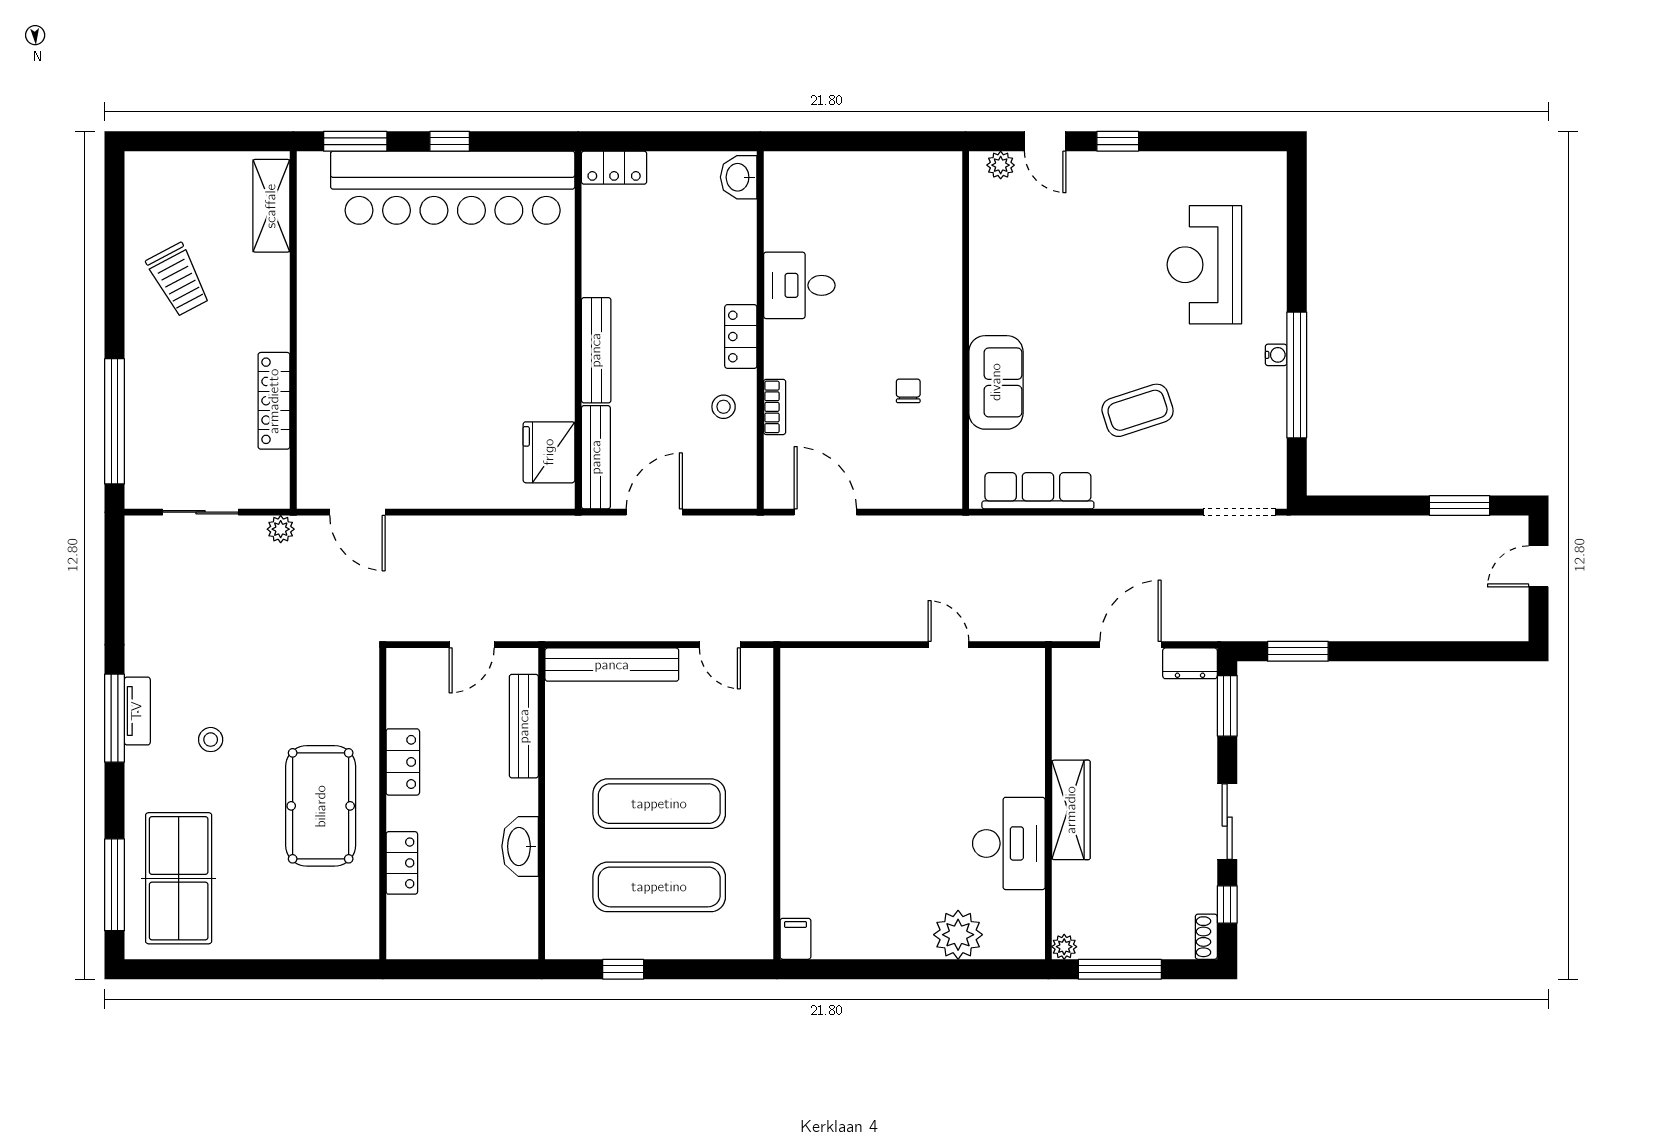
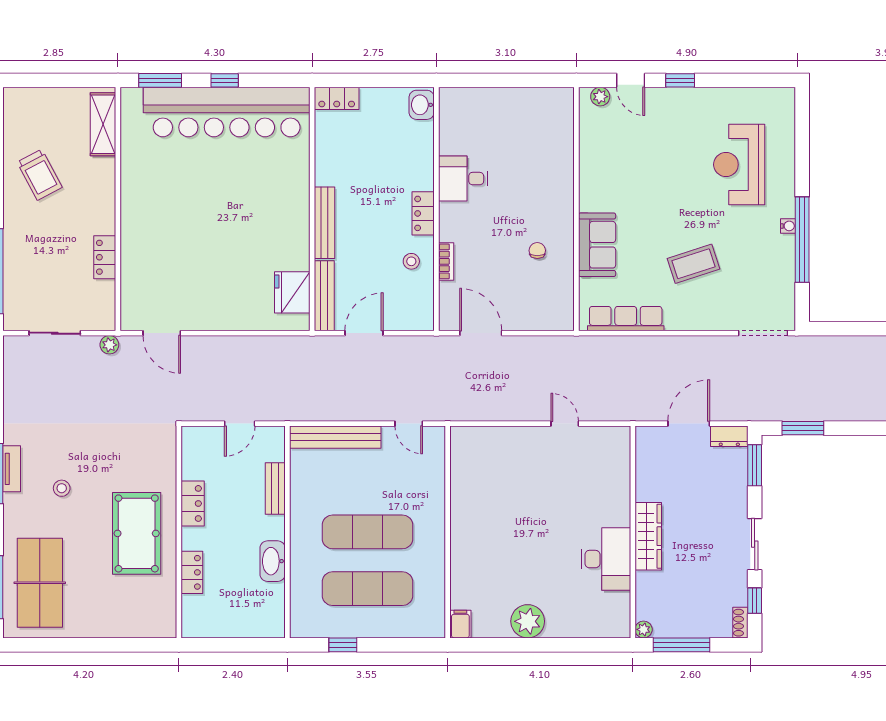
locker: (274, 401) -> (105, 257), width x0.66
bench: (524, 726) -> (275, 488), width x0.73
plant: (958, 935) -> (528, 621), moved

